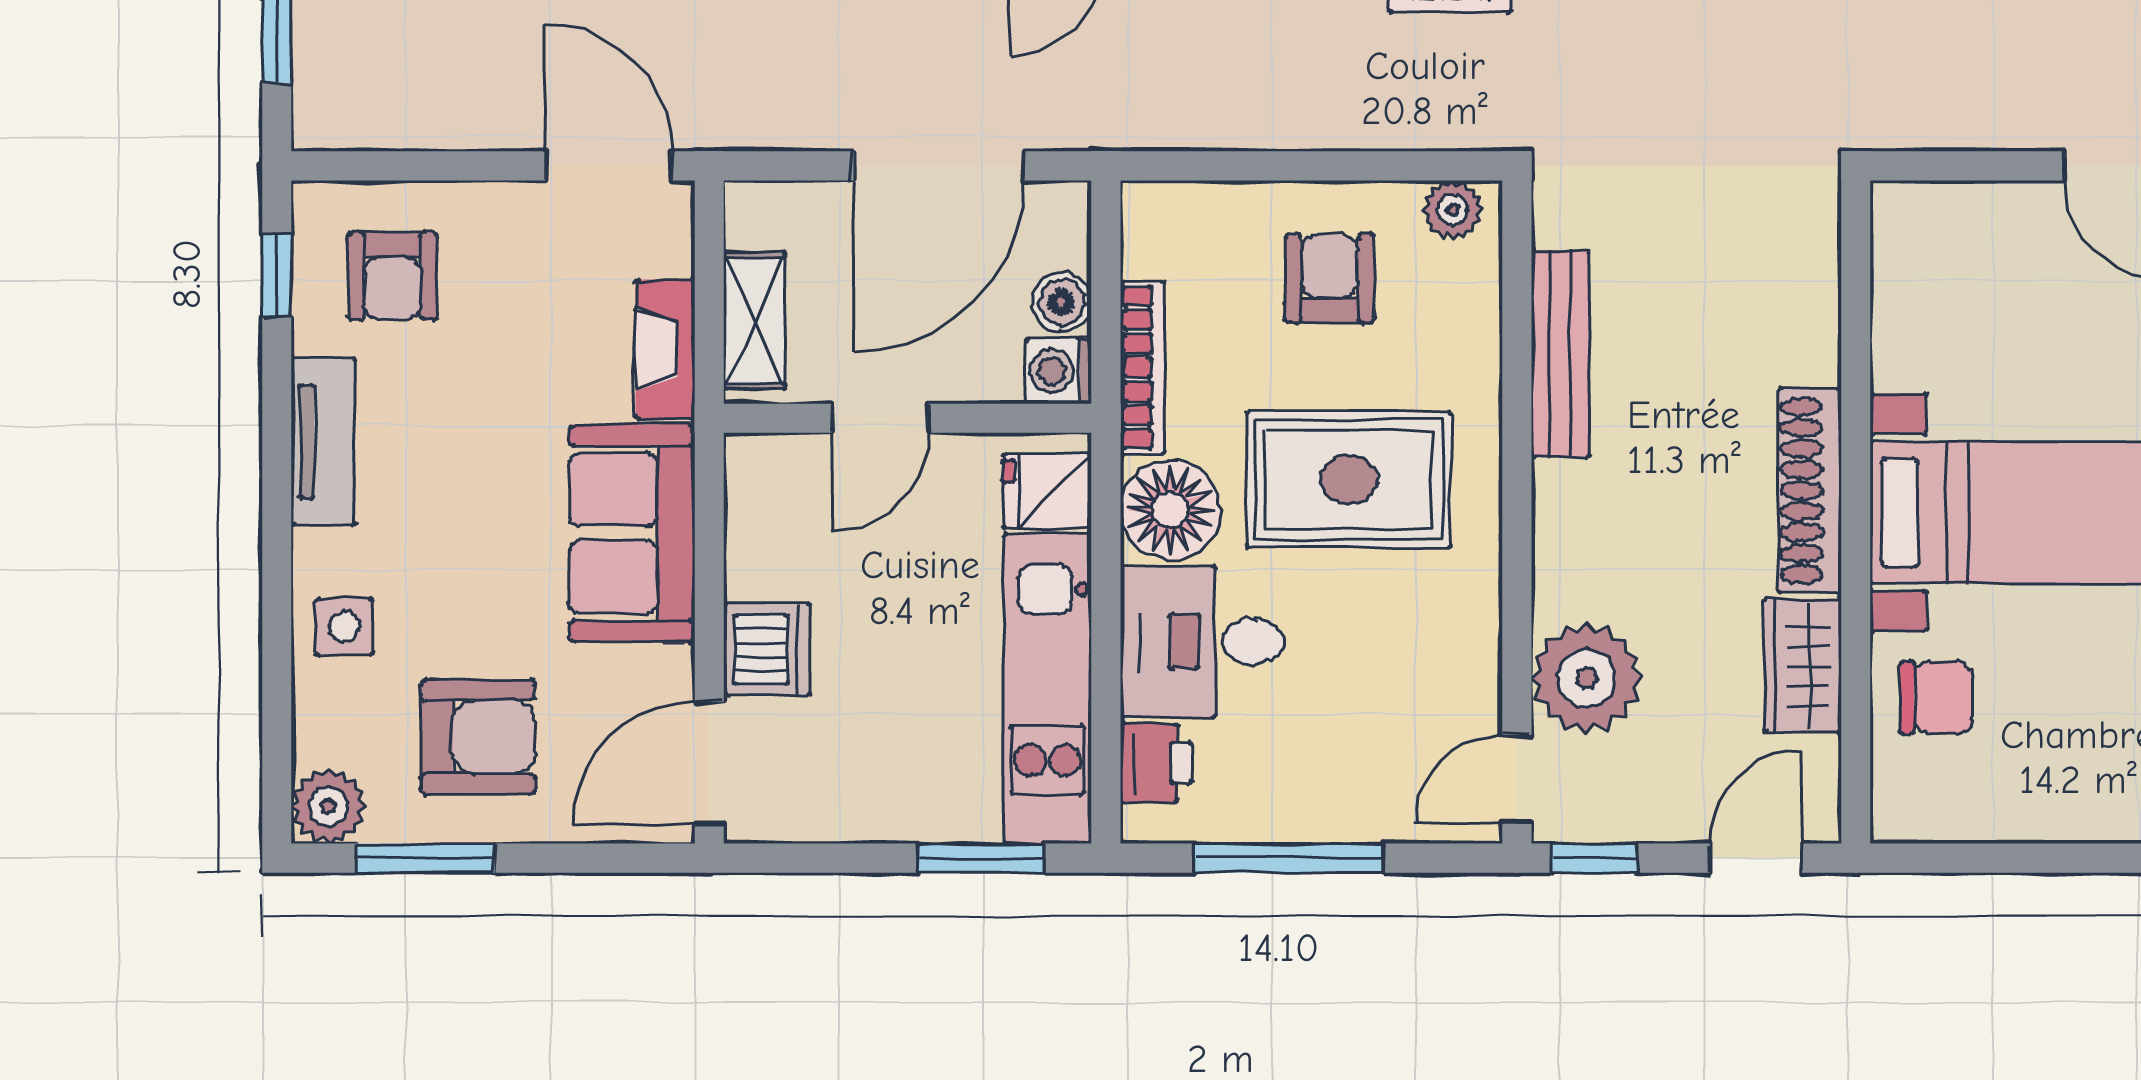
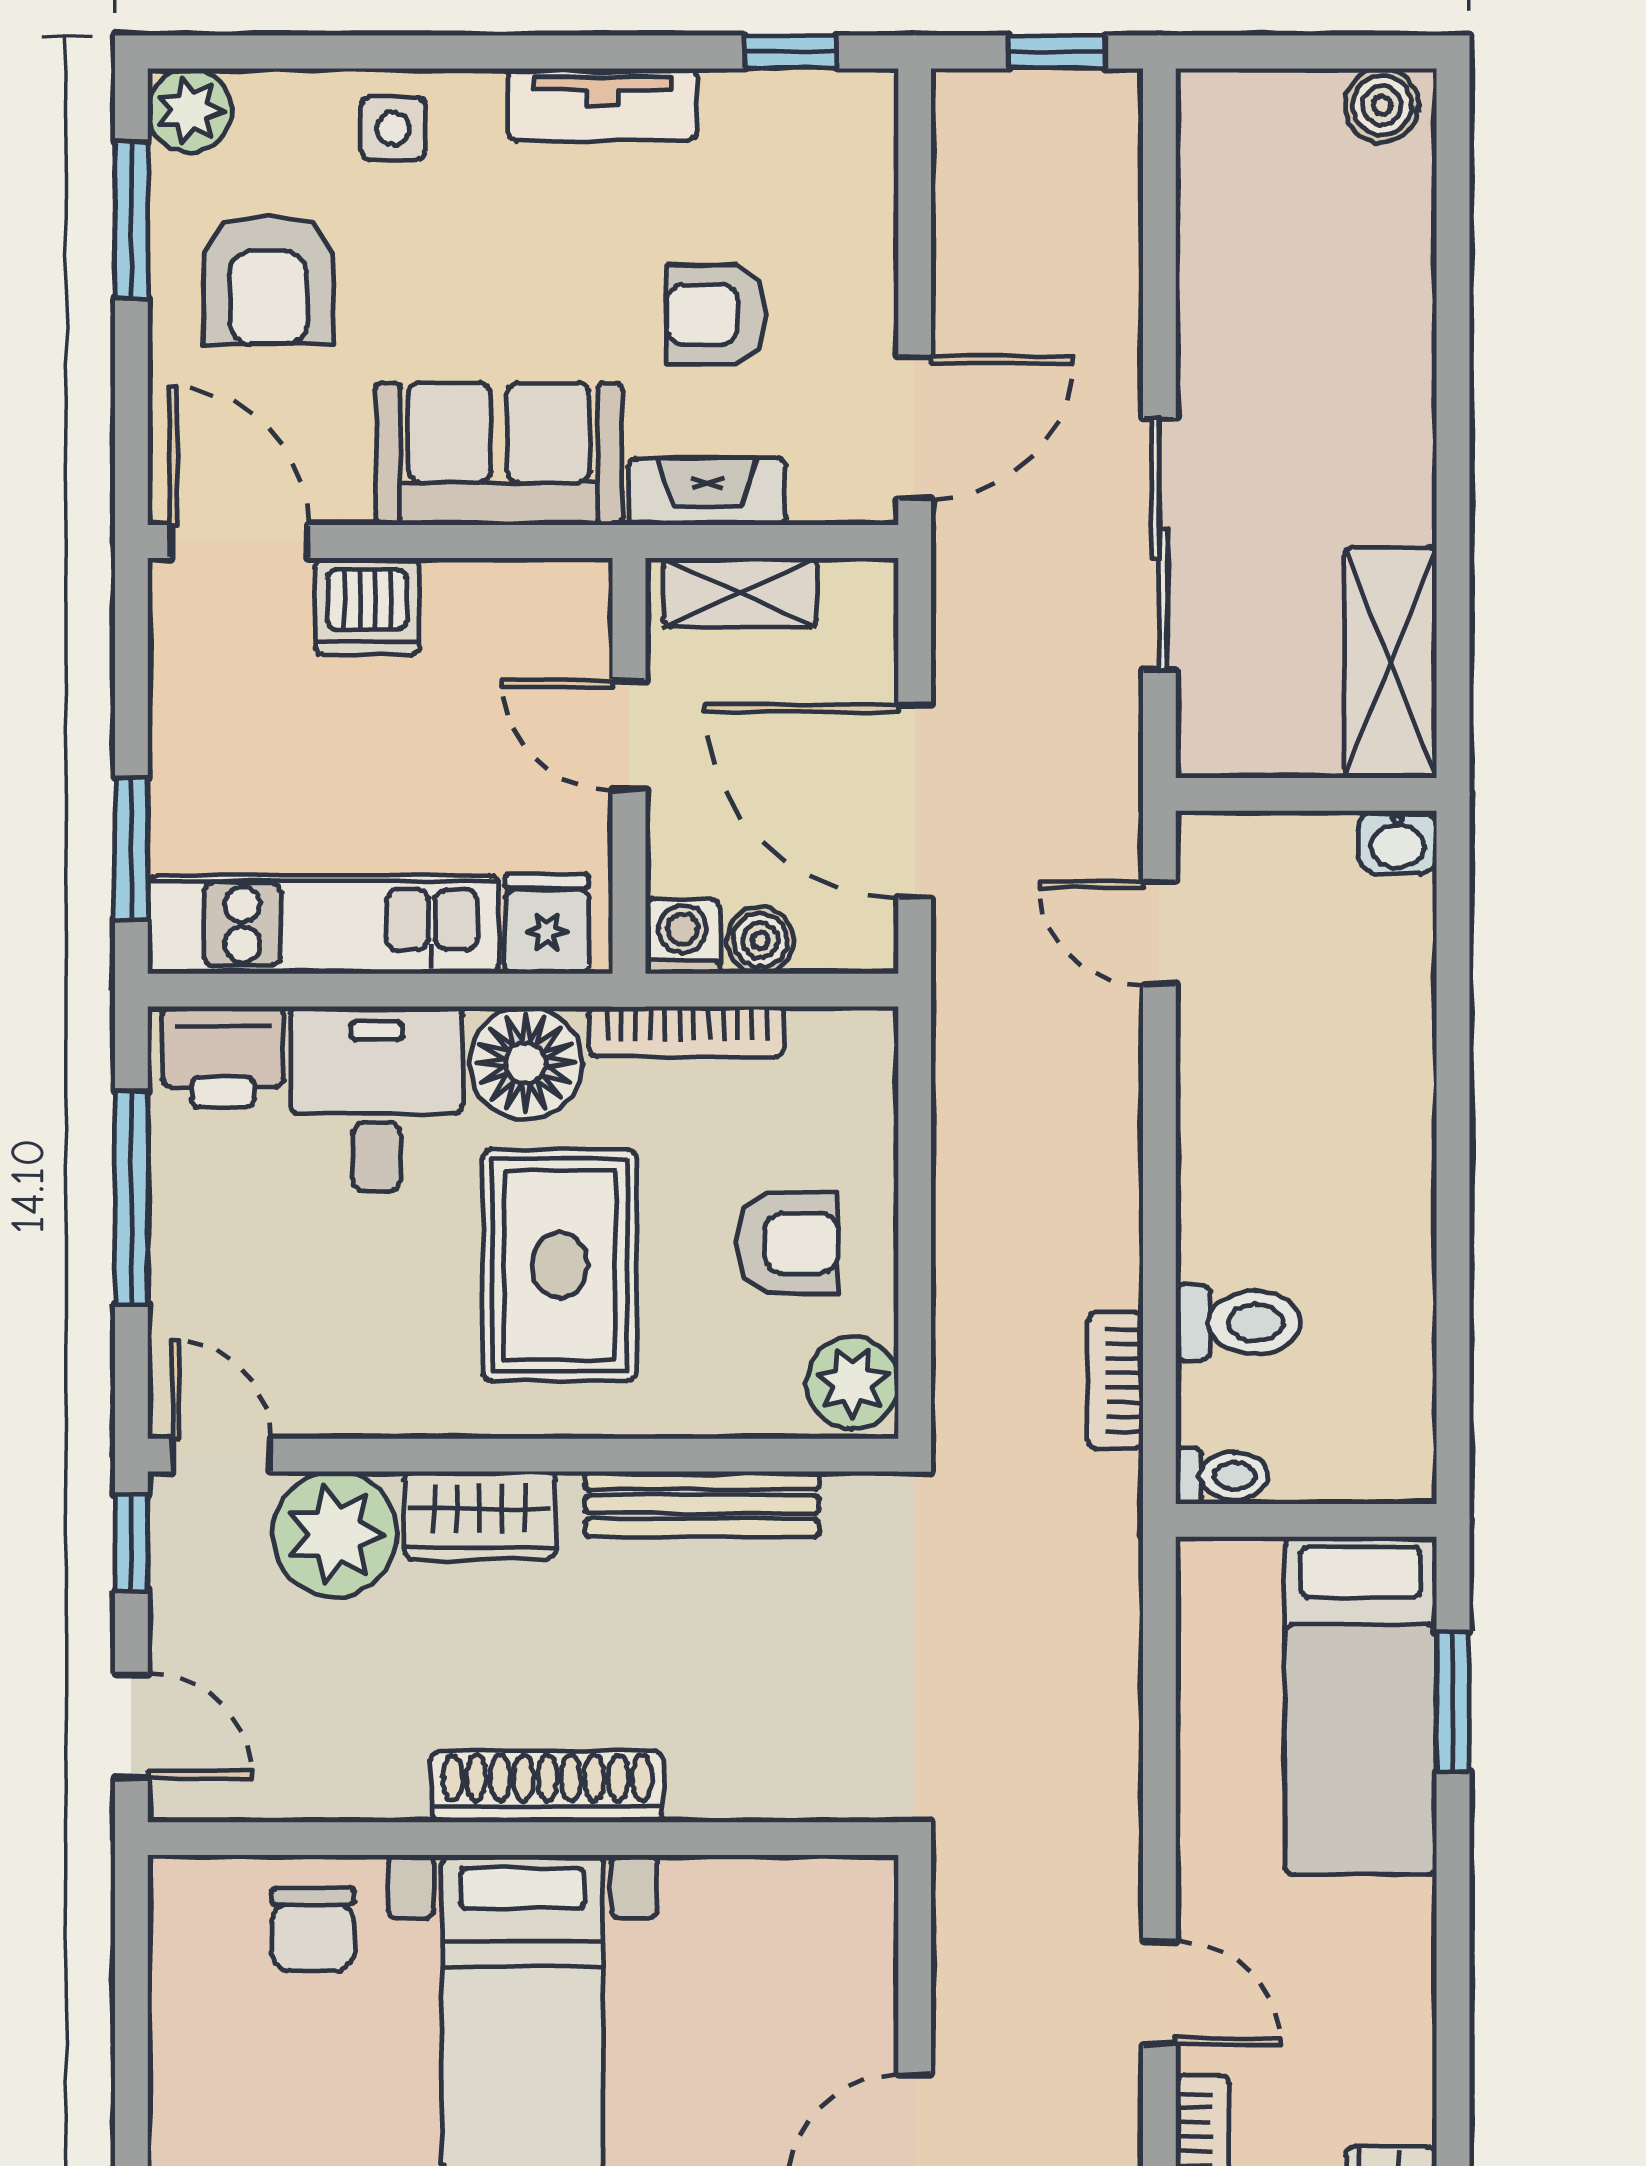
plant: (1453, 210) -> (852, 1383), width x1.38, depth x1.38
armchair: (392, 276) -> (716, 315), moved
wardrobe: (1802, 666) -> (480, 1516), moved, turned 180
printer: (1156, 763) -> (223, 1057), width x1.36, depth x1.24

